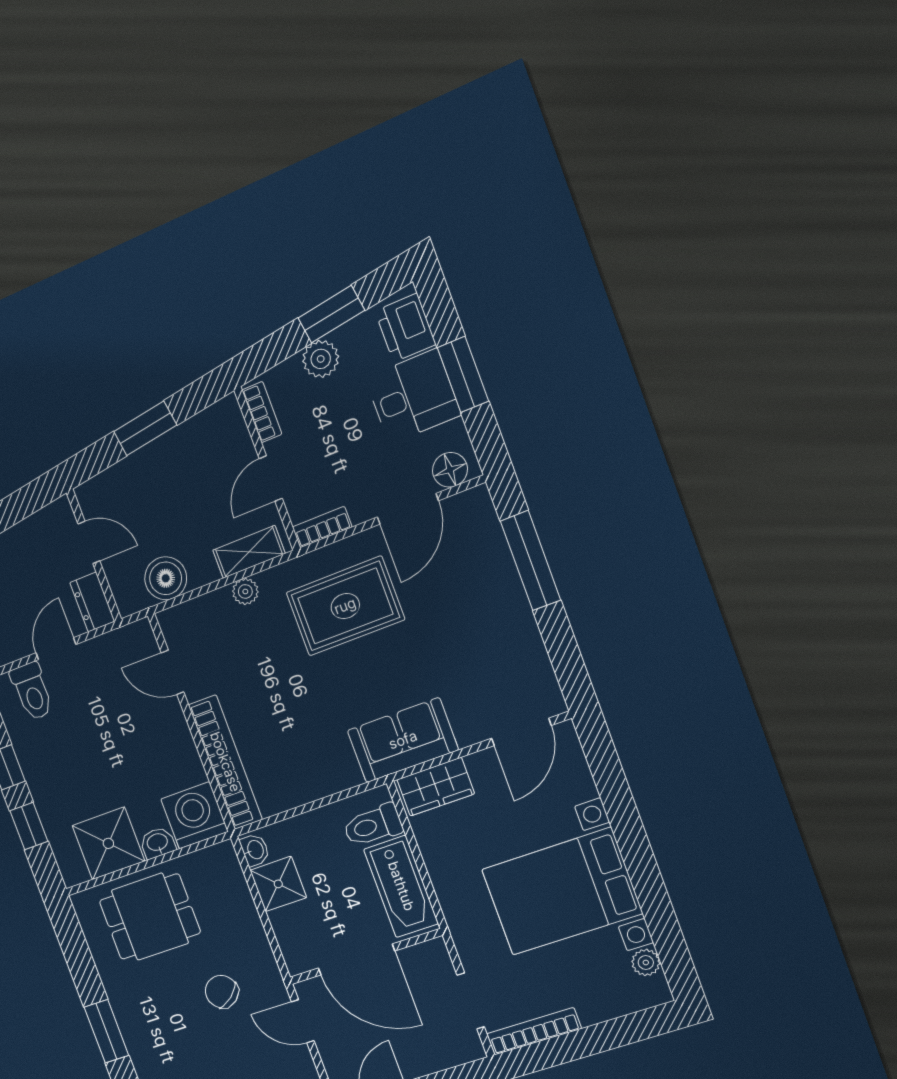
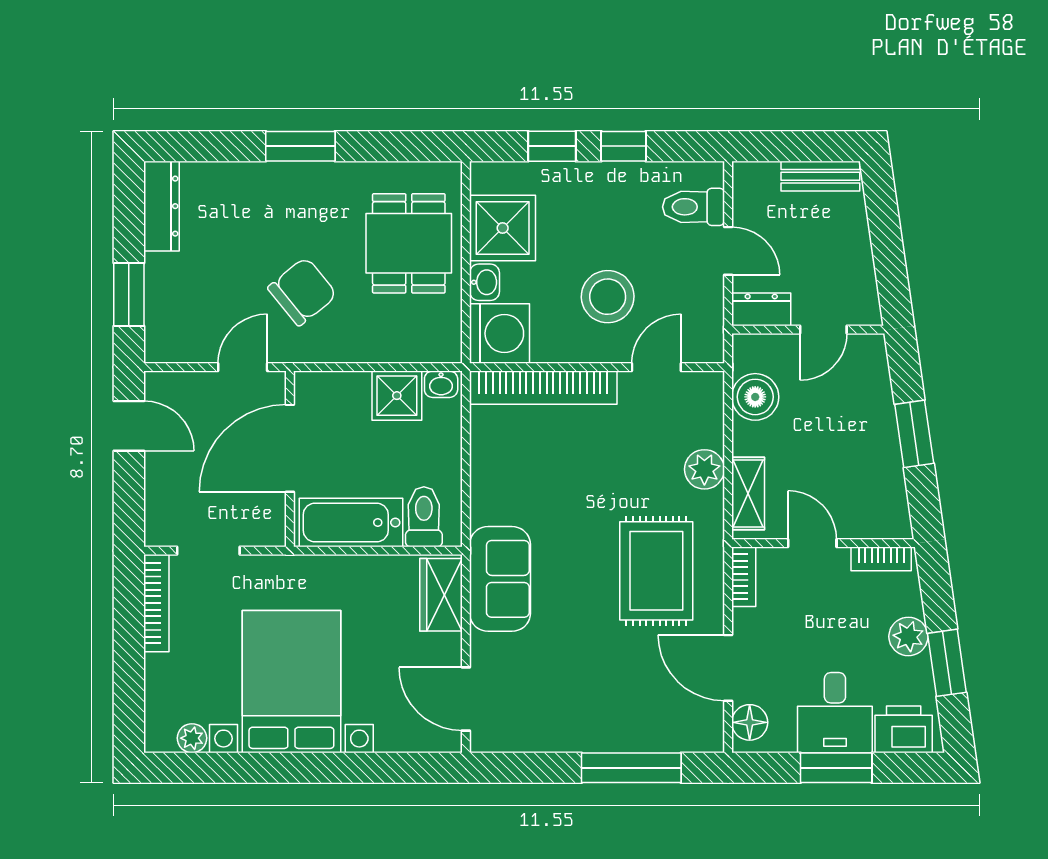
plant: (245, 591) -> (704, 469), width x1.38, depth x1.38
stool: (130, 736) -> (608, 297), added
chair: (222, 992) -> (302, 291), width x1.37, depth x1.37

